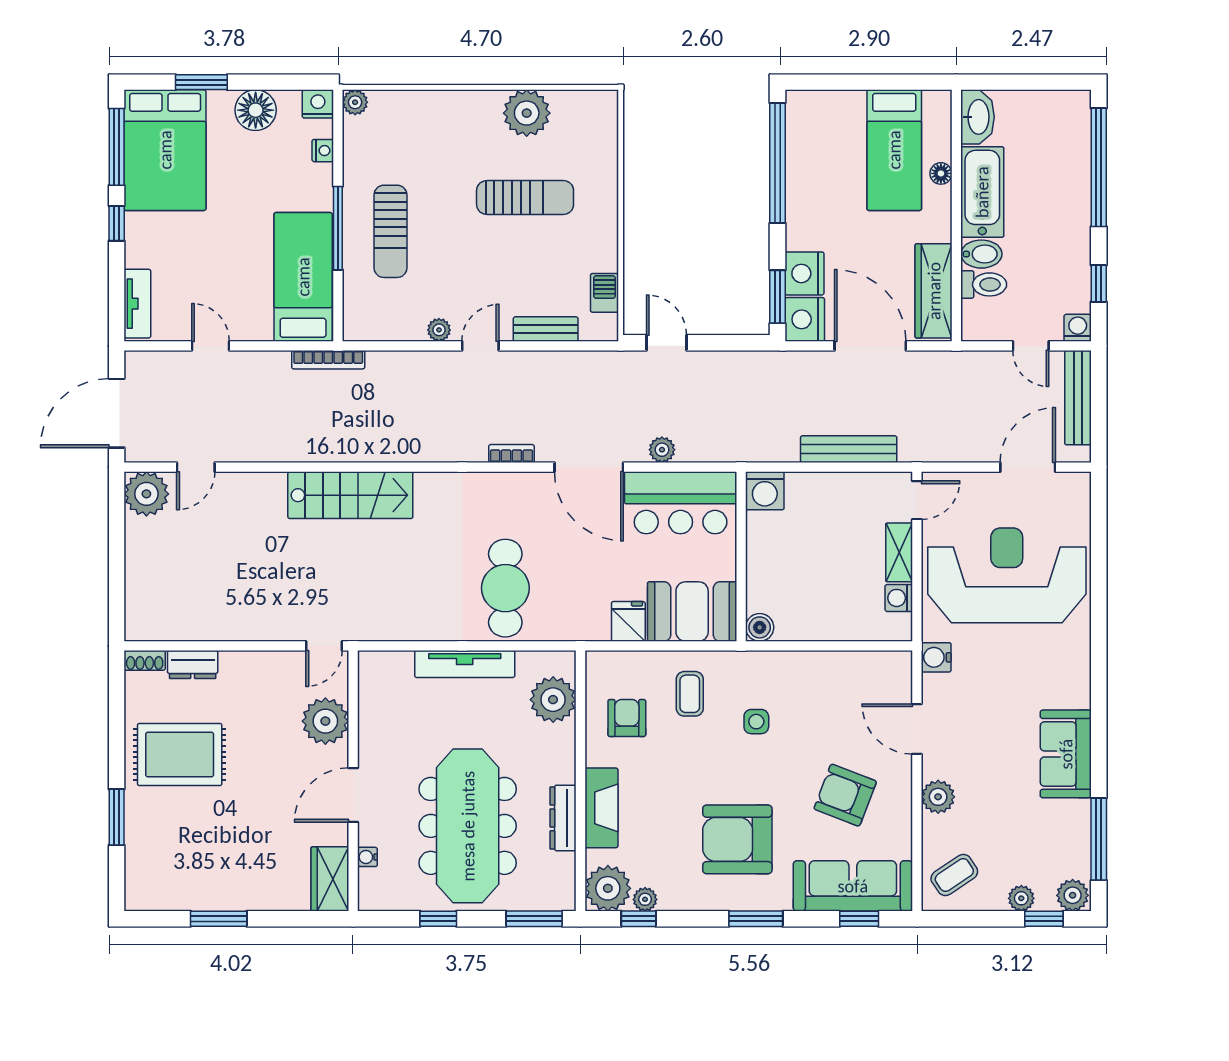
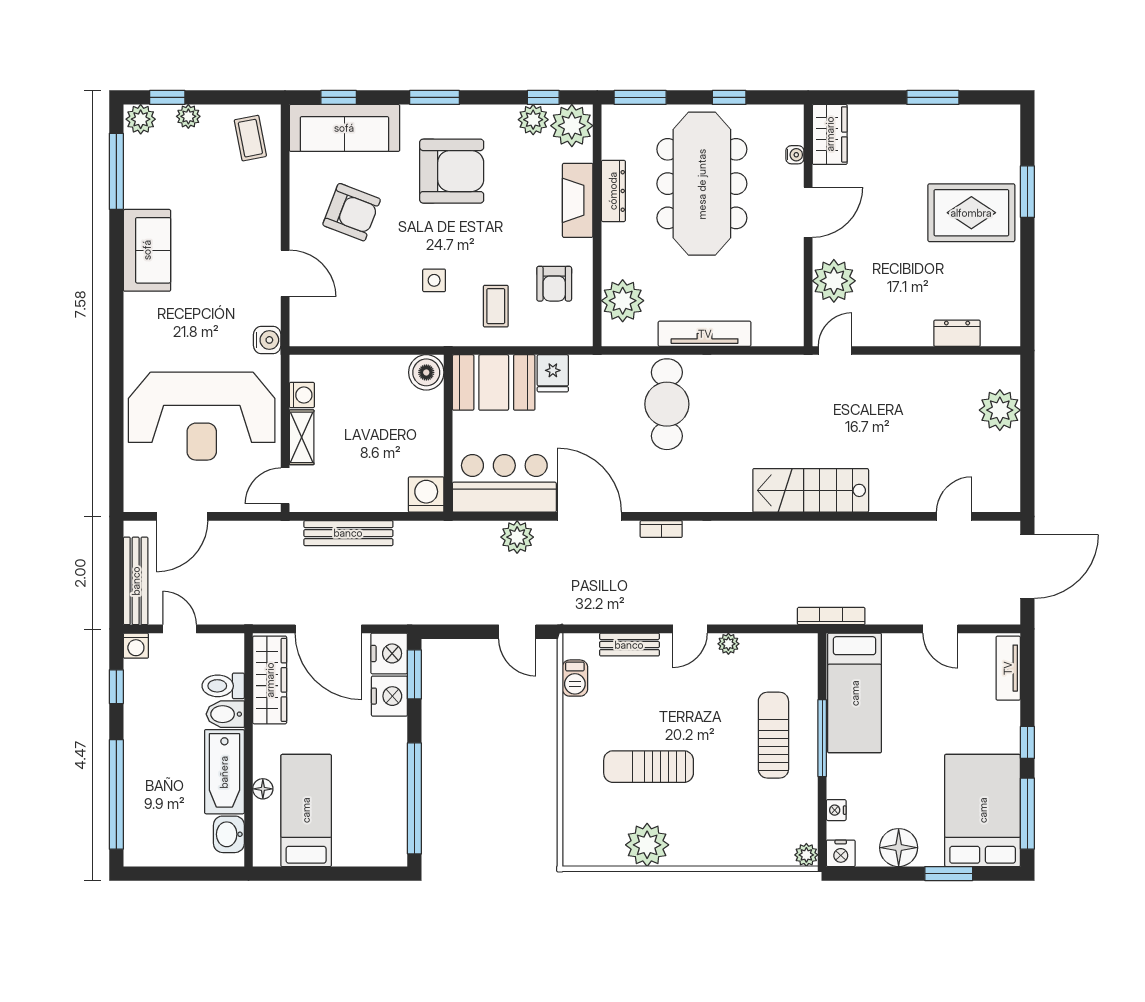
washbasin: (978, 117) -> (229, 834), width x0.72
plant: (662, 450) -> (517, 537), width x1.38, depth x1.38
plant: (146, 494) -> (1000, 410), moved
boiler: (760, 627) -> (426, 372), width x1.36, depth x1.36
shoe rack: (145, 660) -> (1001, 337), removed
rug: (180, 755) -> (971, 213), moved
plant: (938, 797) -> (265, 211), removed
coffee table: (954, 875) -> (250, 138), turned -67
plant: (645, 899) -> (533, 120), width x1.38, depth x1.38

